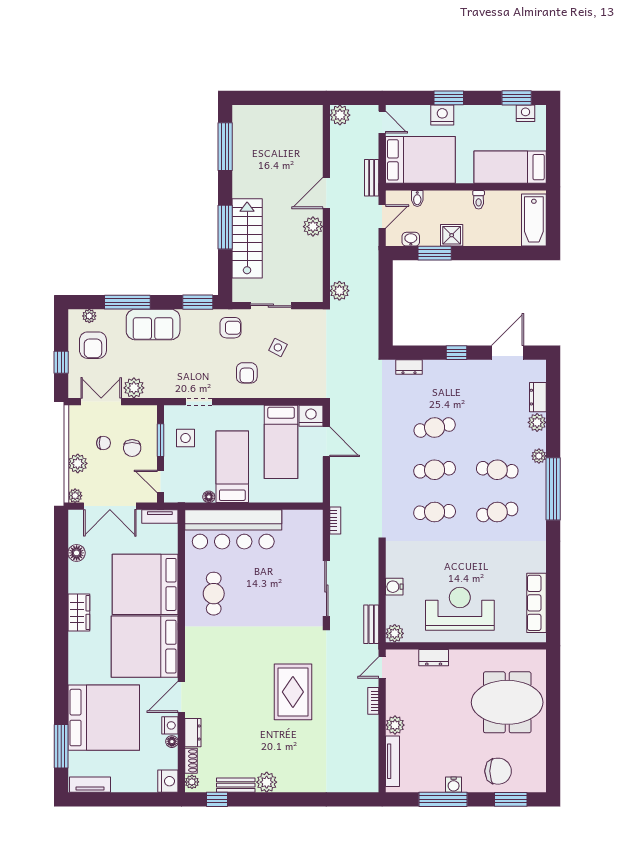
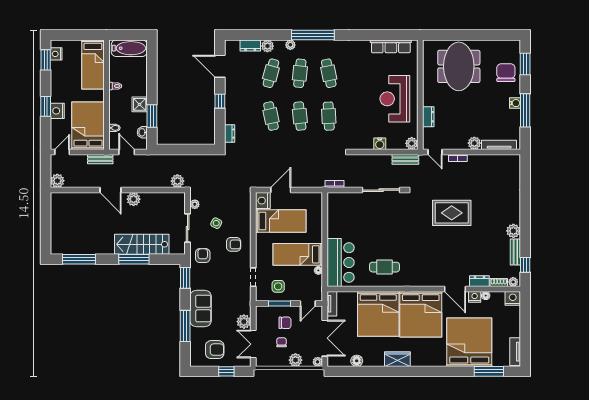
plant: (89, 316) -> (195, 204), moved
cafe table: (497, 428) -> (271, 73), added
bar counter: (233, 529) -> (341, 263), width x0.73

